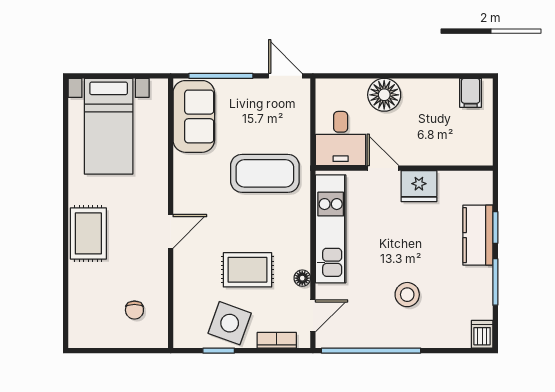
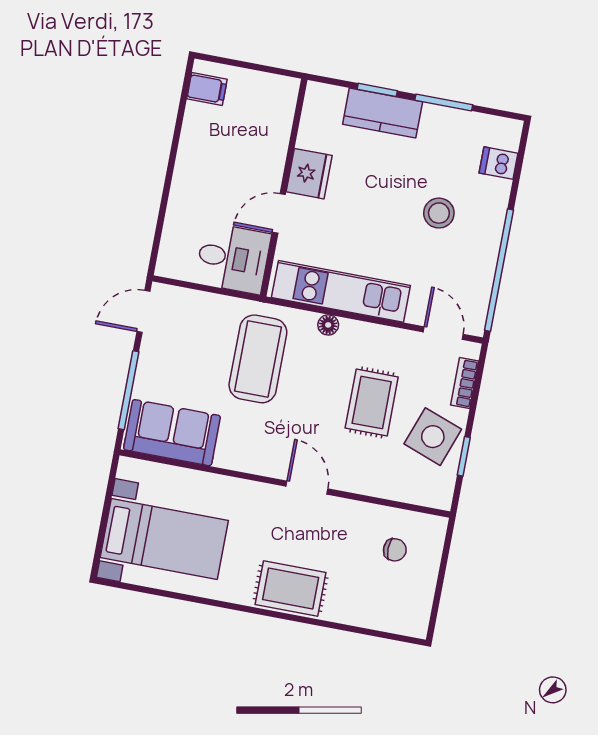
floor lamp: (384, 95) -> (189, 195), removed
floor lamp: (302, 278) -> (328, 325), moved
dishwasher: (482, 334) -> (499, 163), moved

